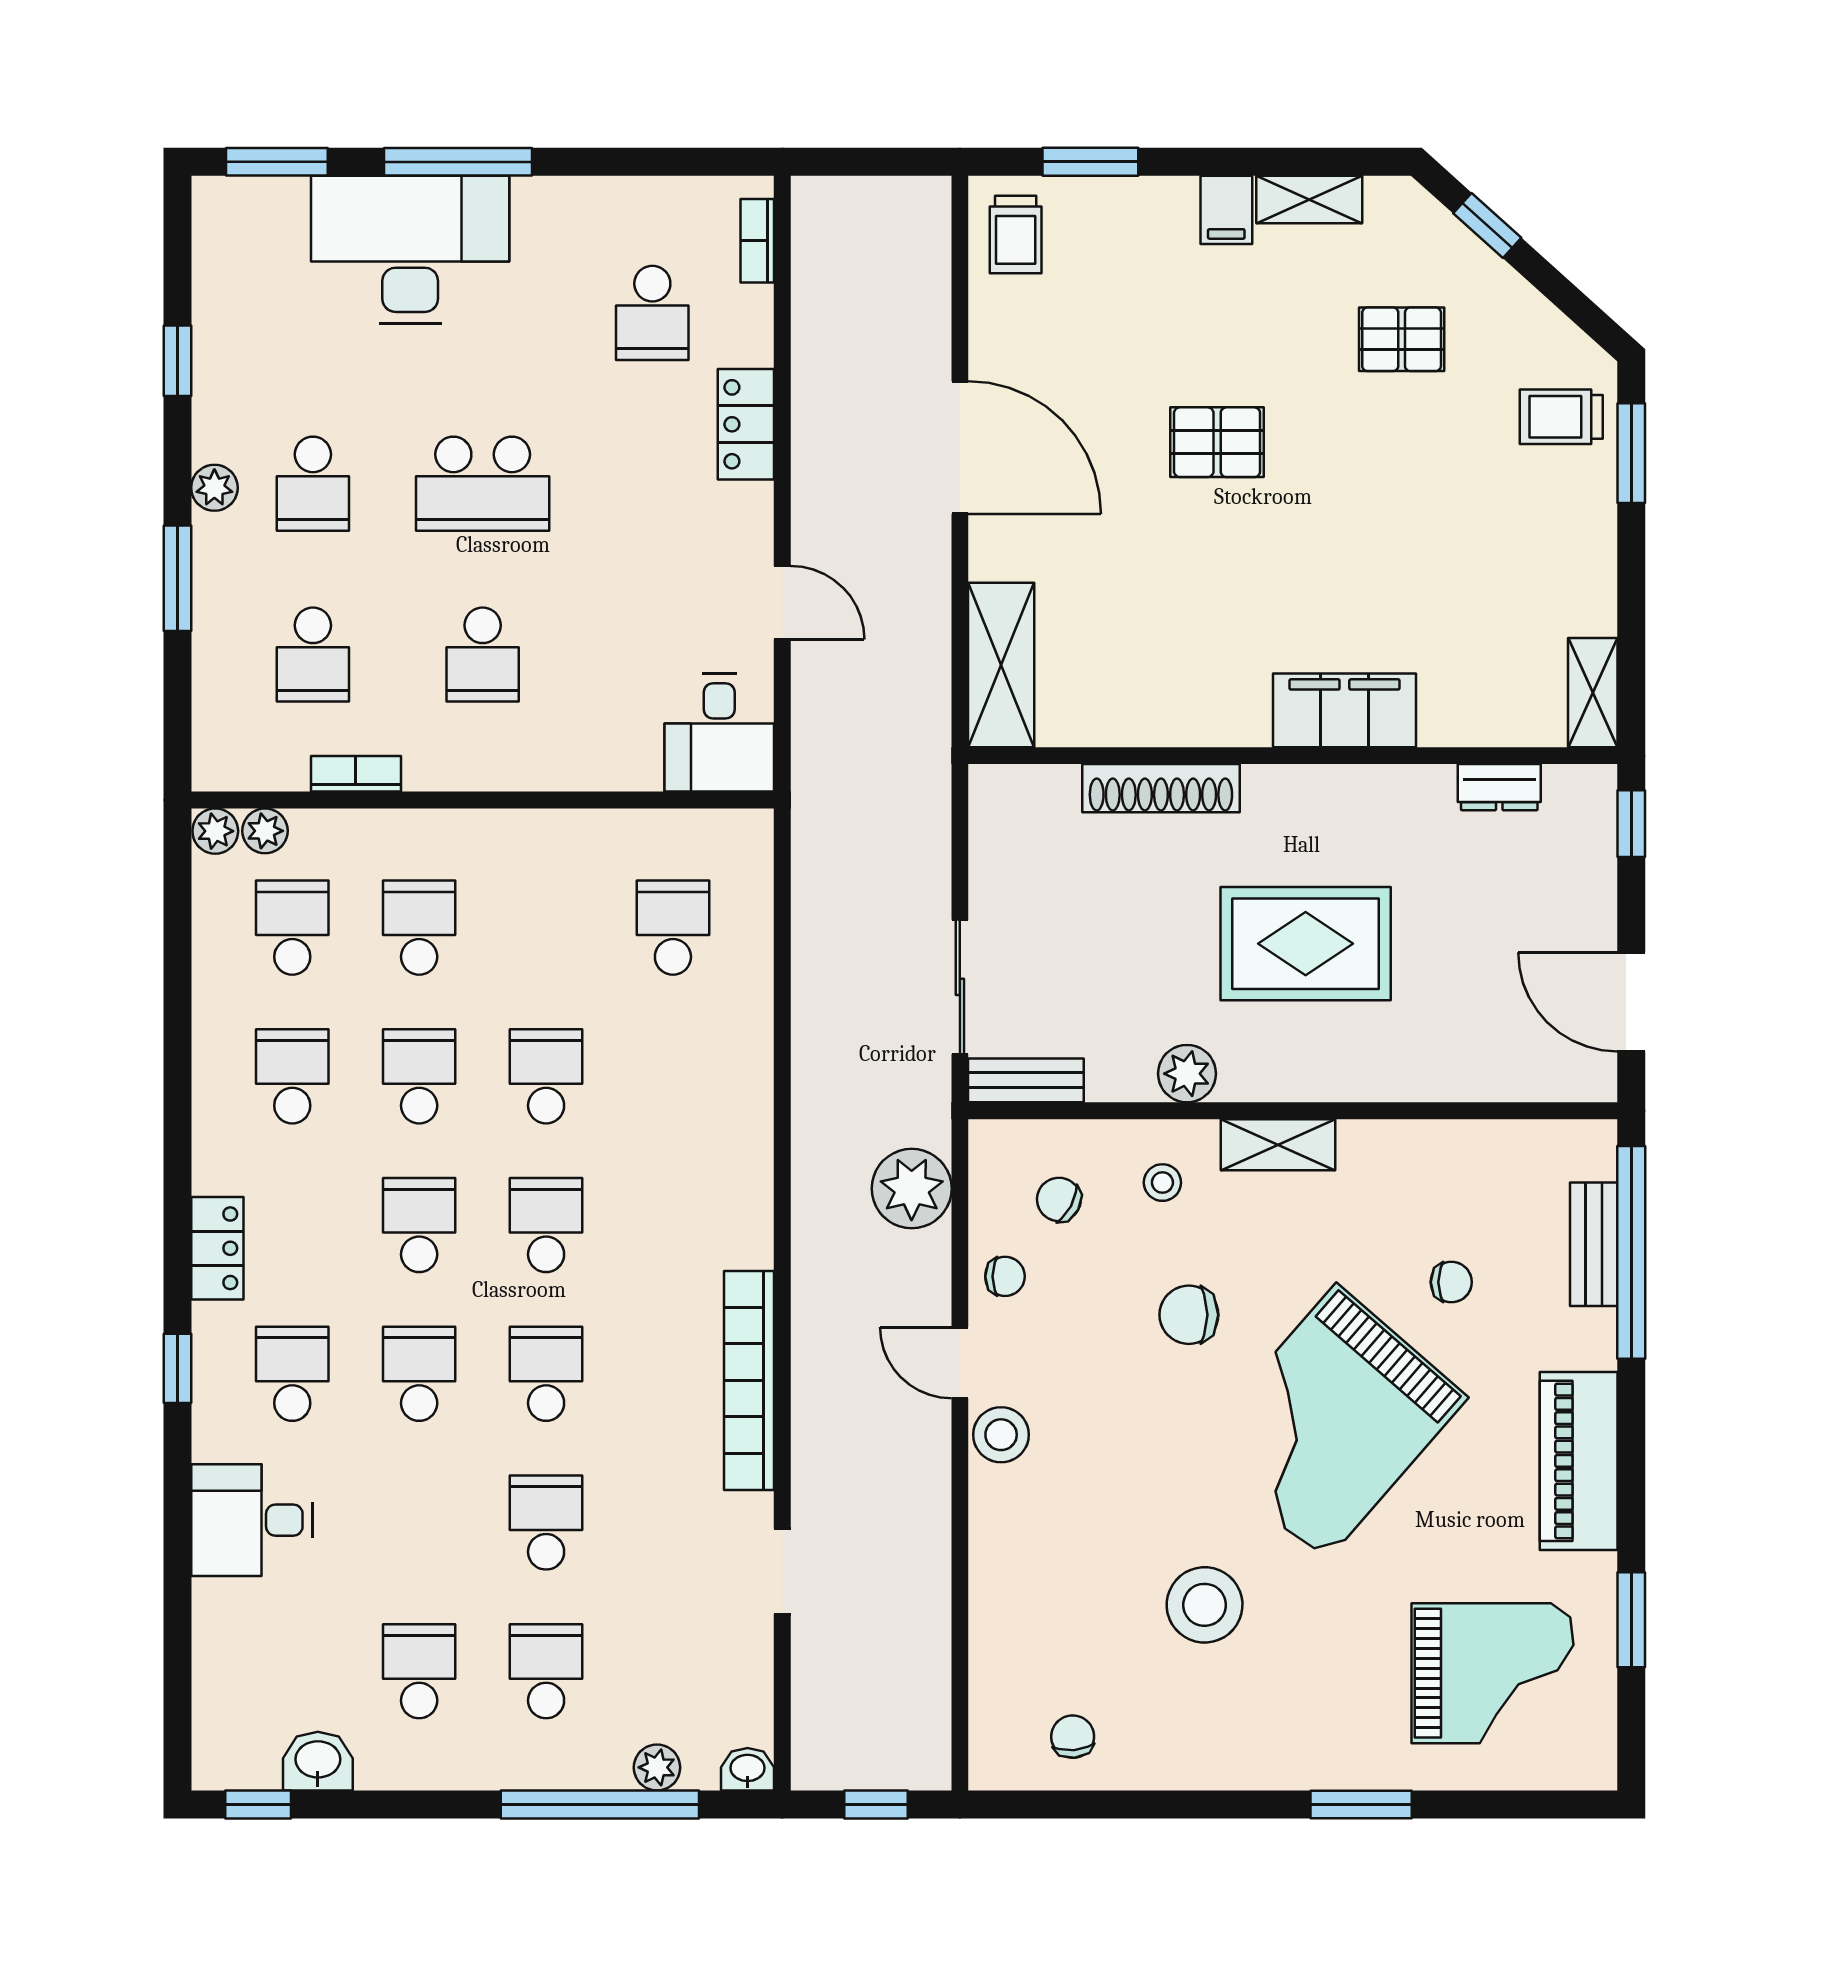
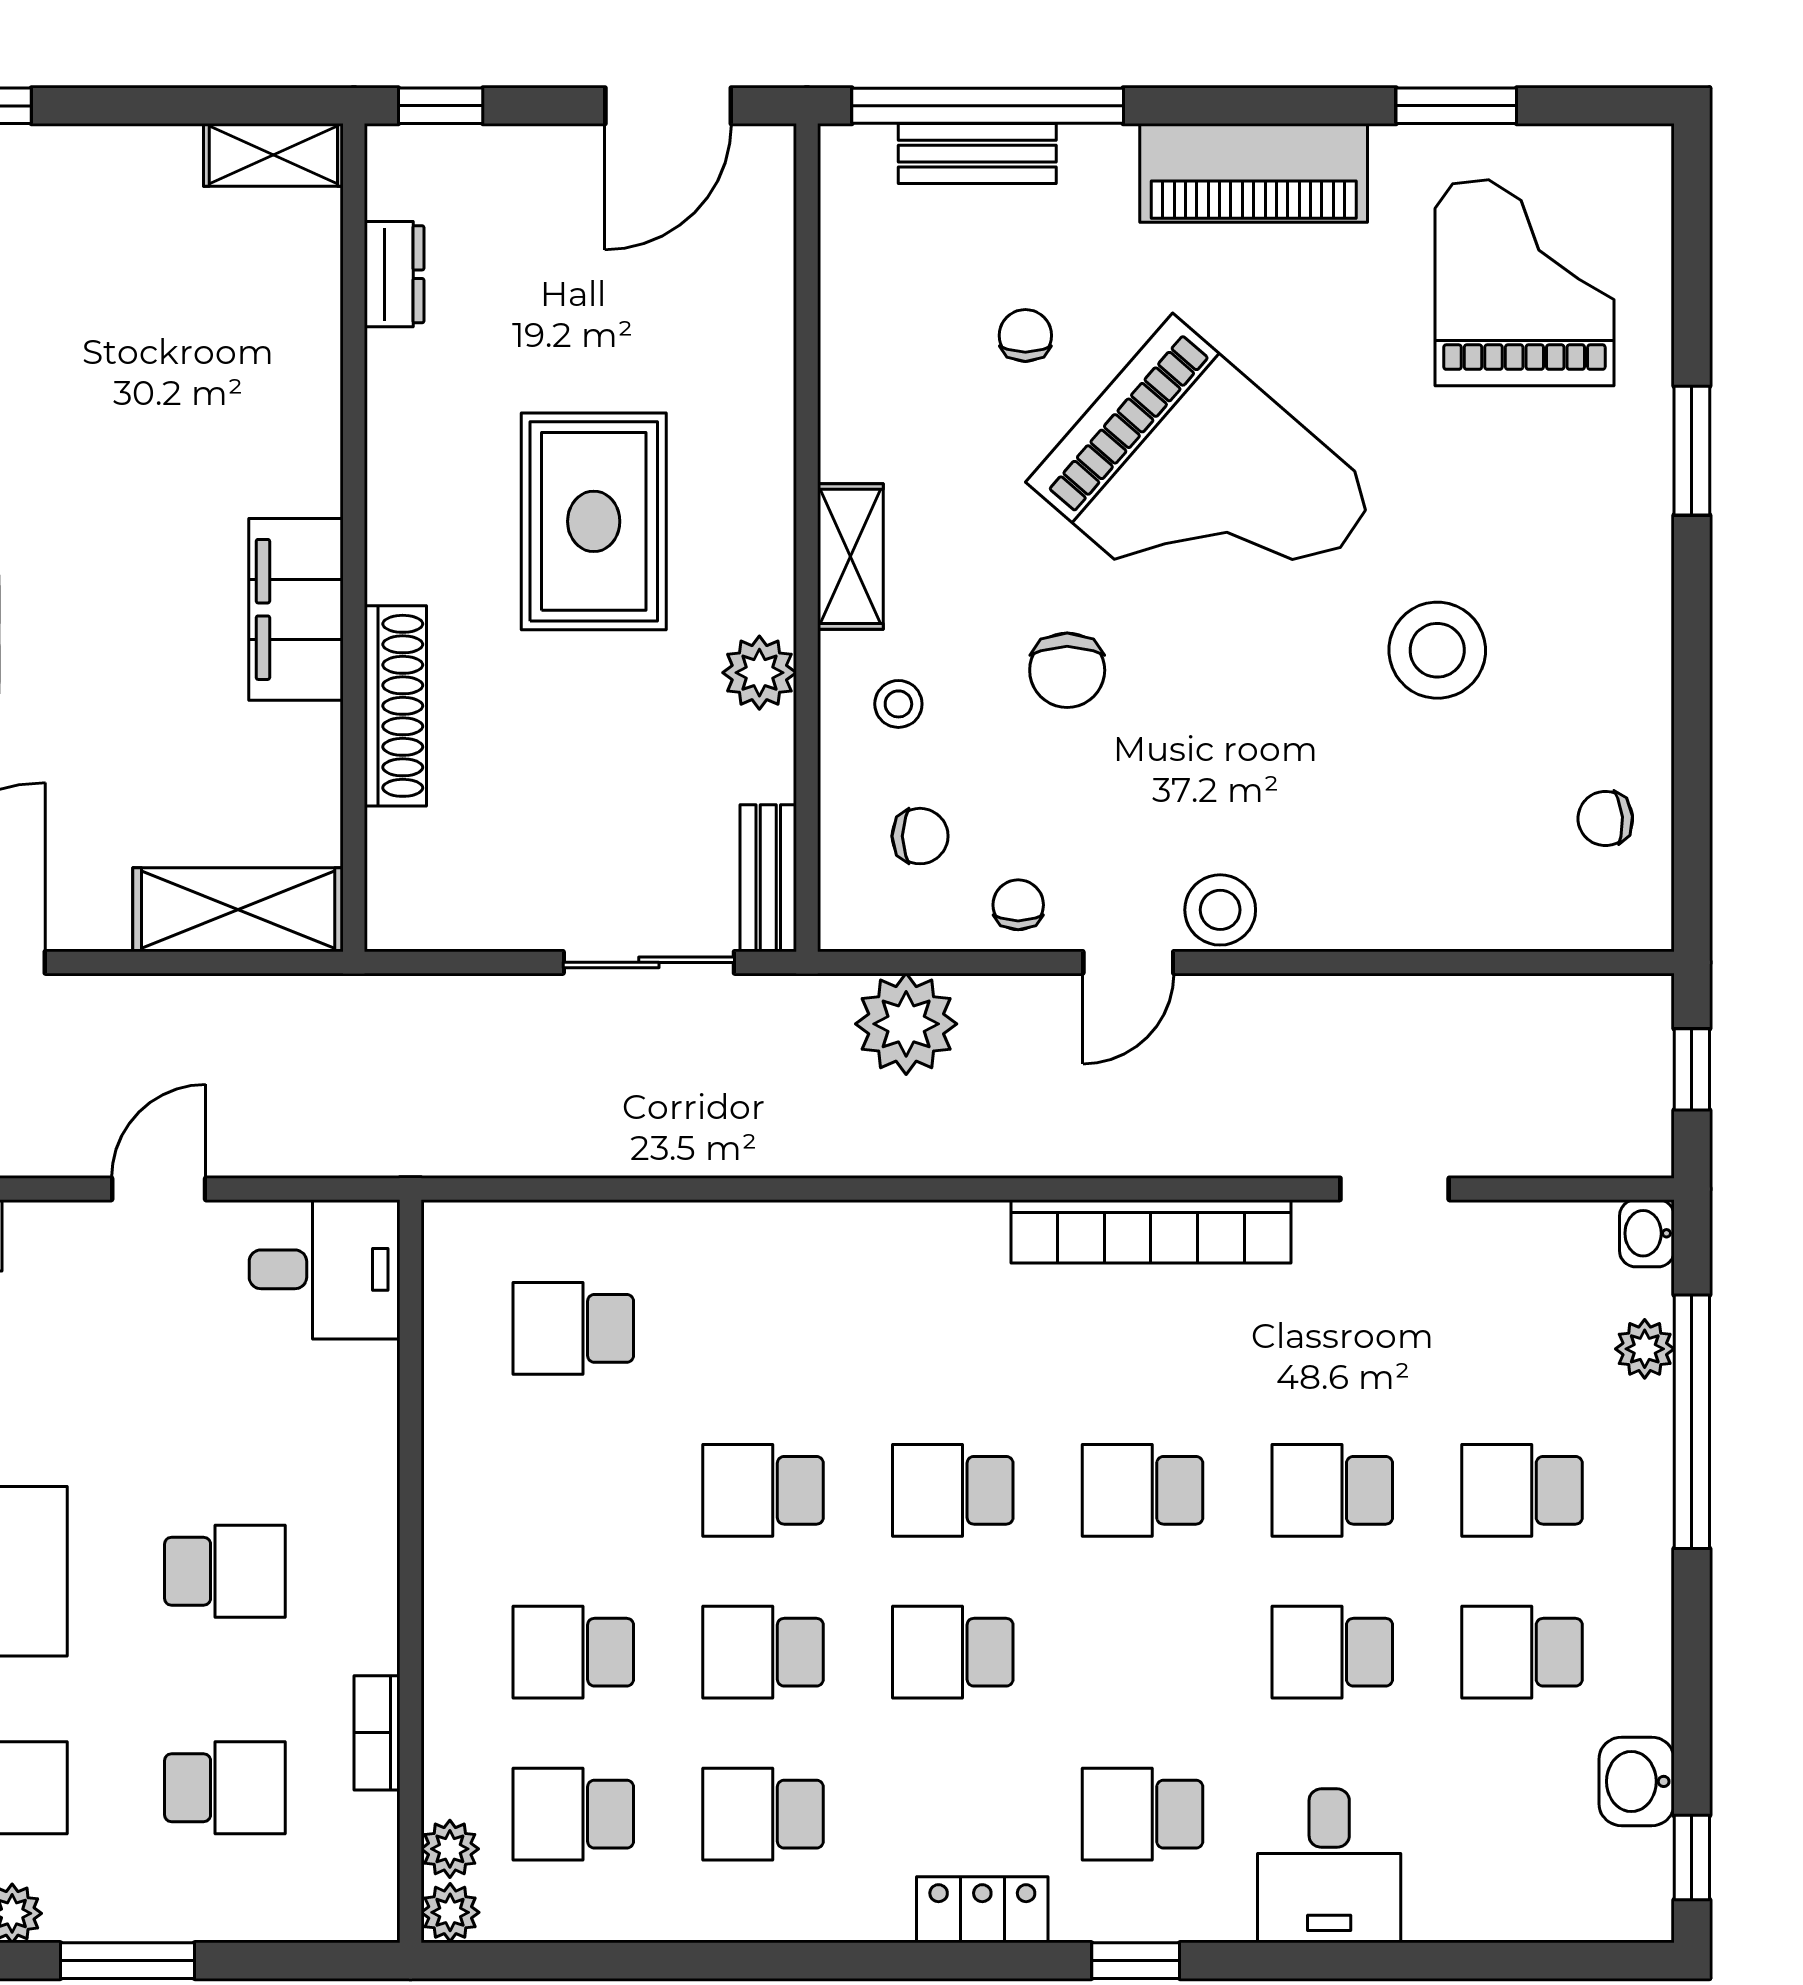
filing cabinet: (1344, 710) -> (296, 609), moved
chair: (1059, 1199) -> (920, 836), turned -118
school desk: (419, 1374) -> (1332, 1652), moved

